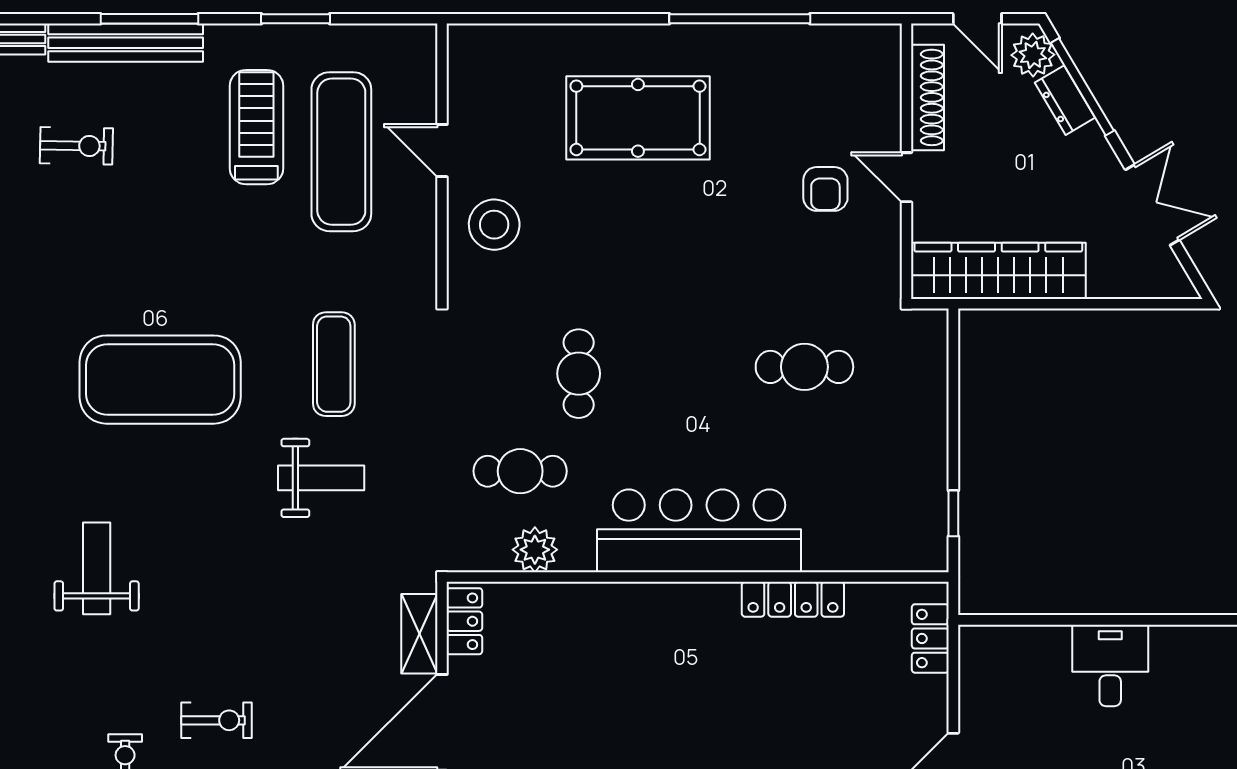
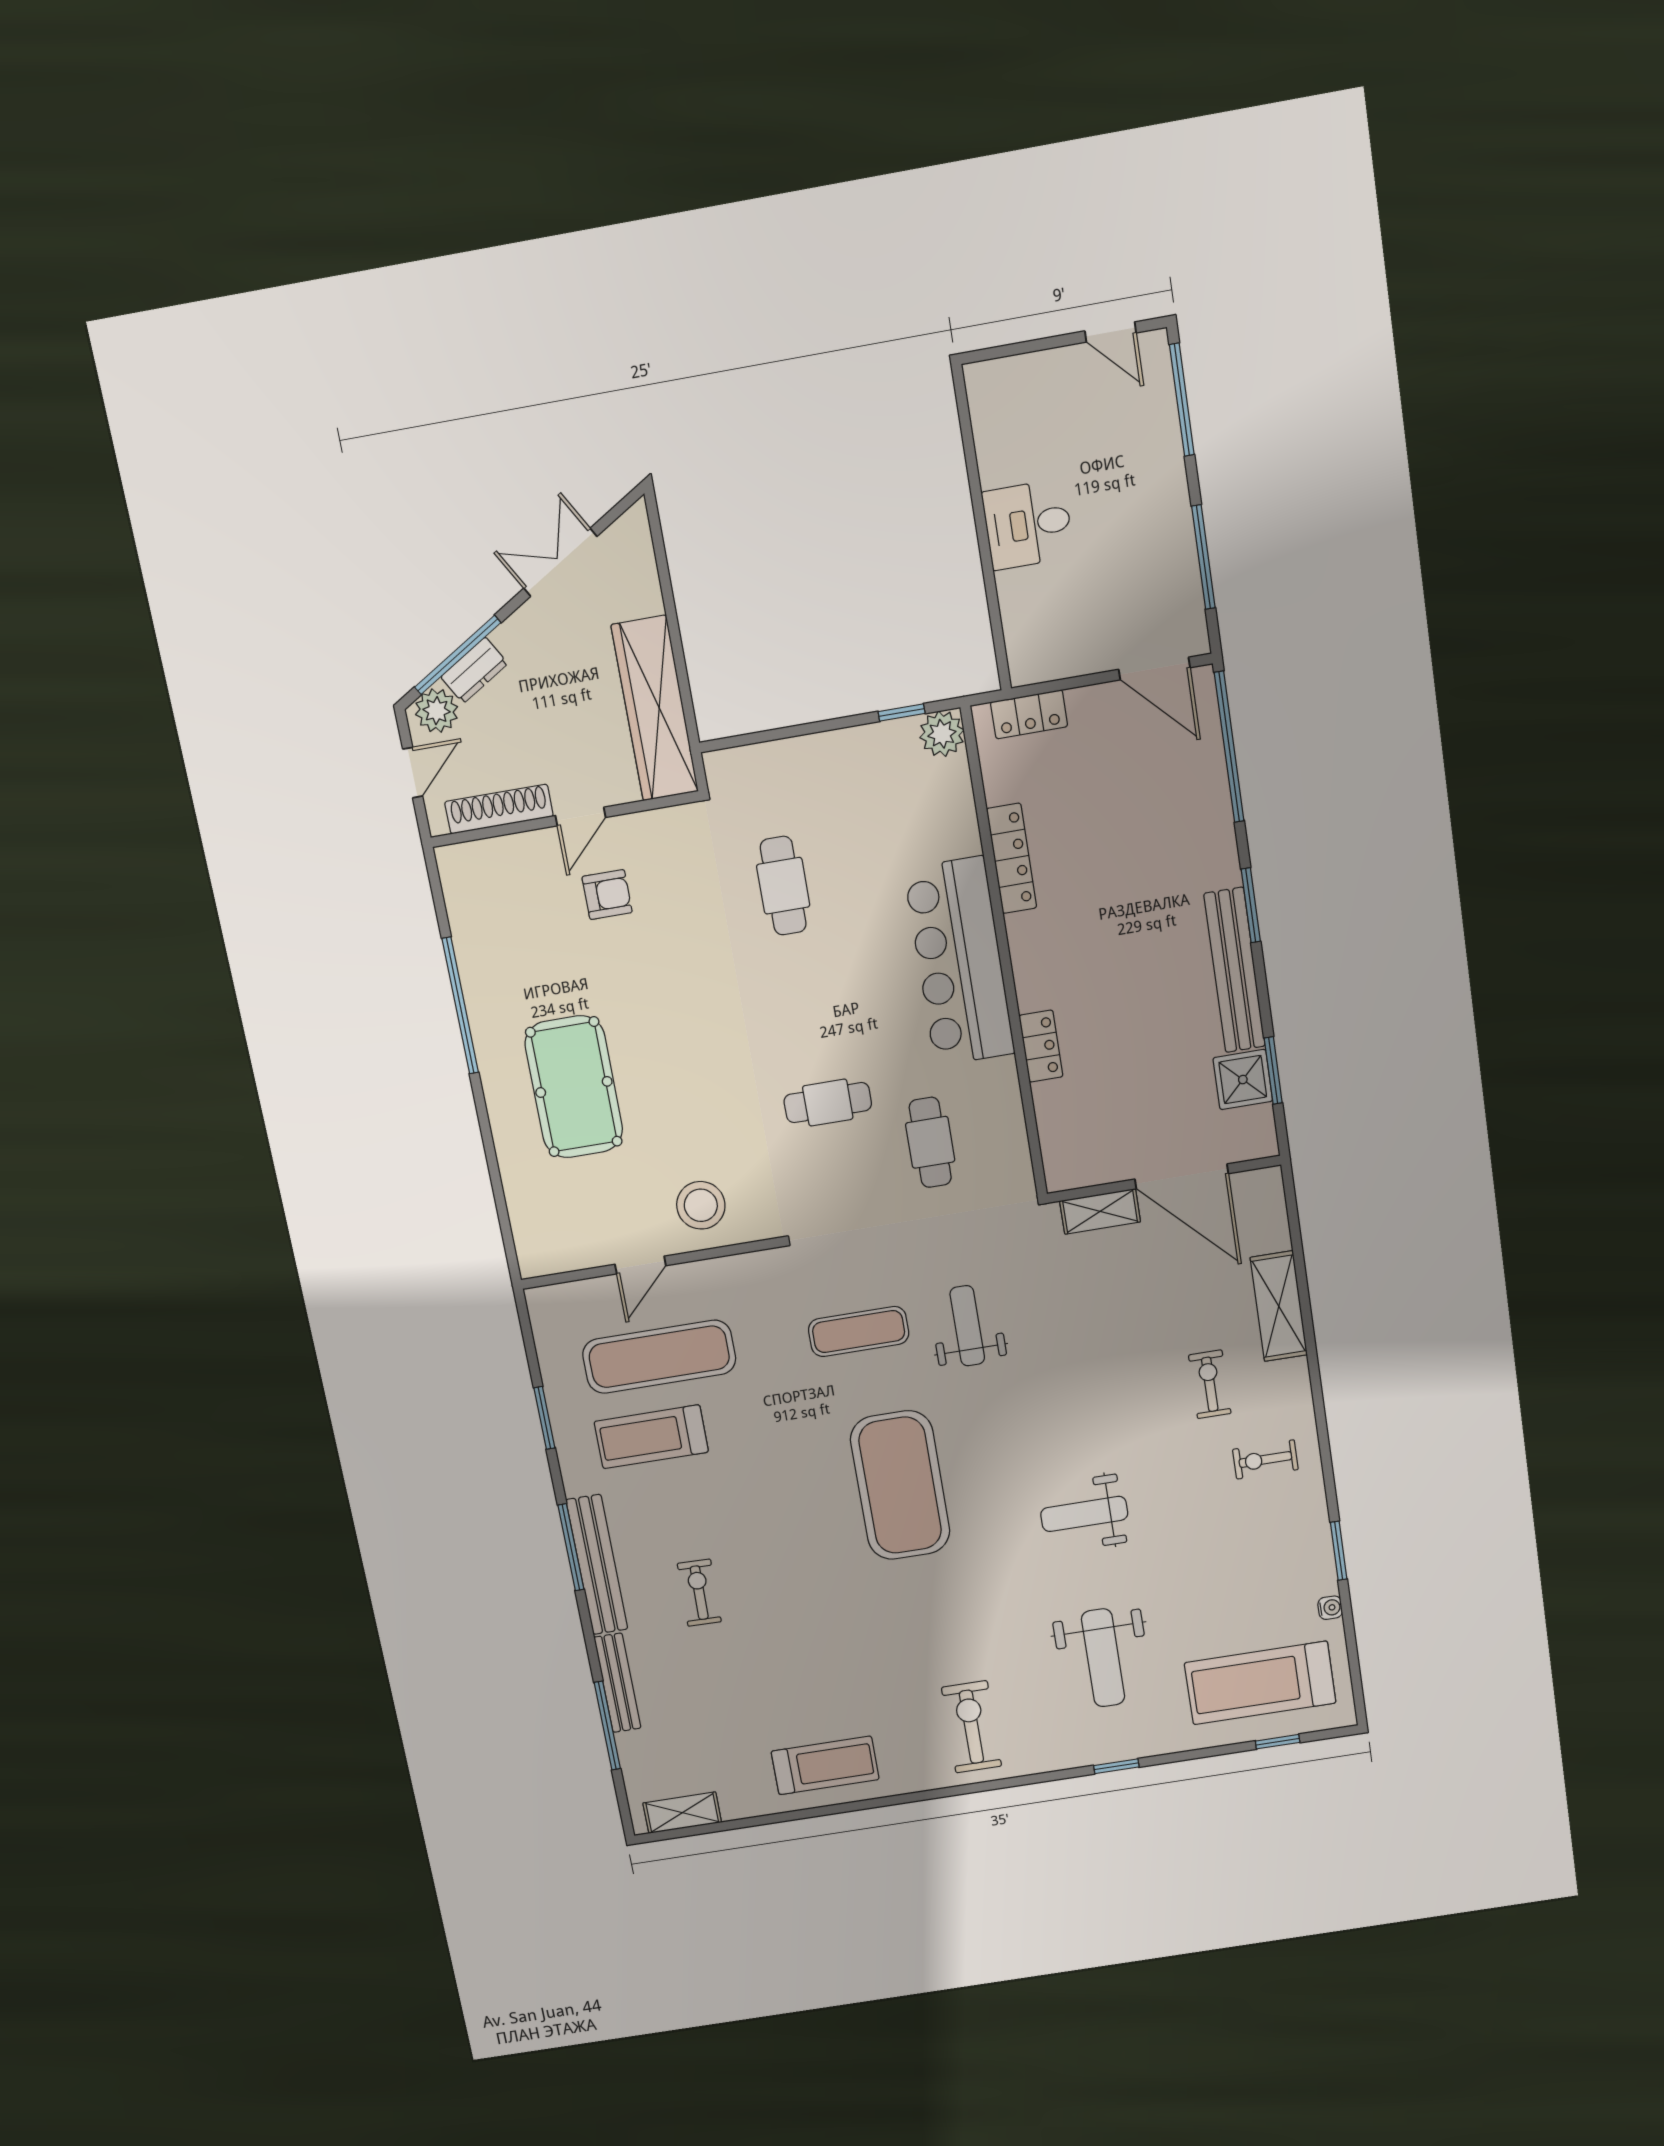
plant: (535, 550) -> (942, 734), moved
locker: (464, 621) -> (1041, 1046), moved, turned 90

